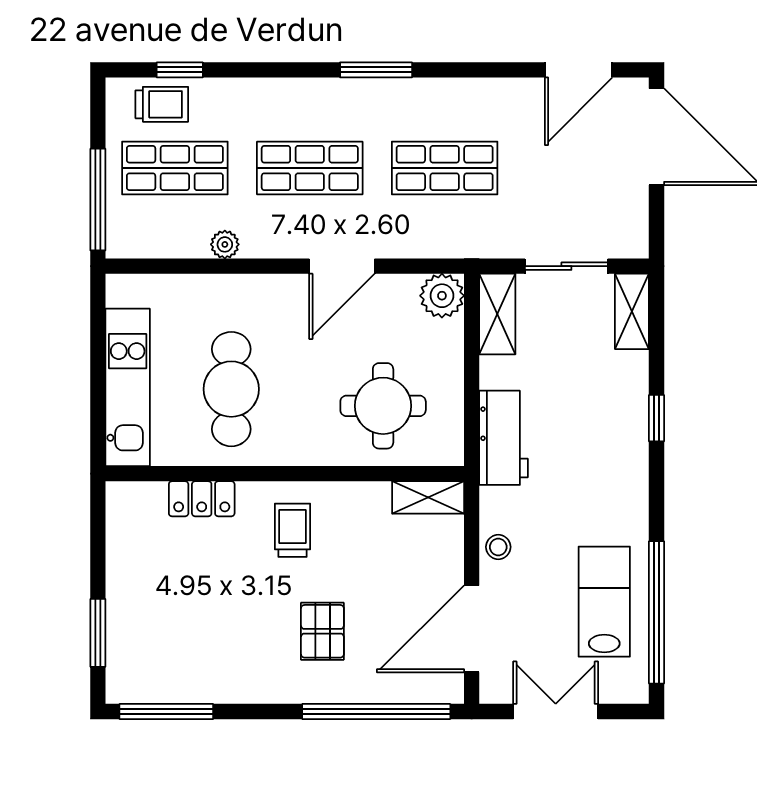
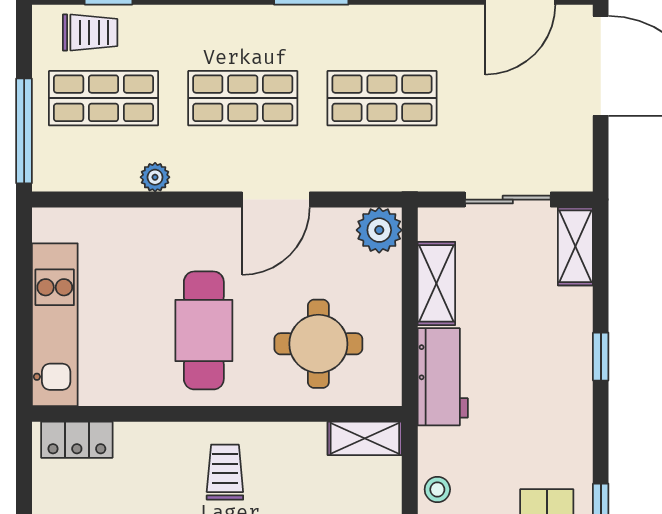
shelving: (497, 314) -> (436, 283), moved
cafe table: (231, 389) -> (204, 330), moved
locker: (202, 499) -> (77, 440), moved

